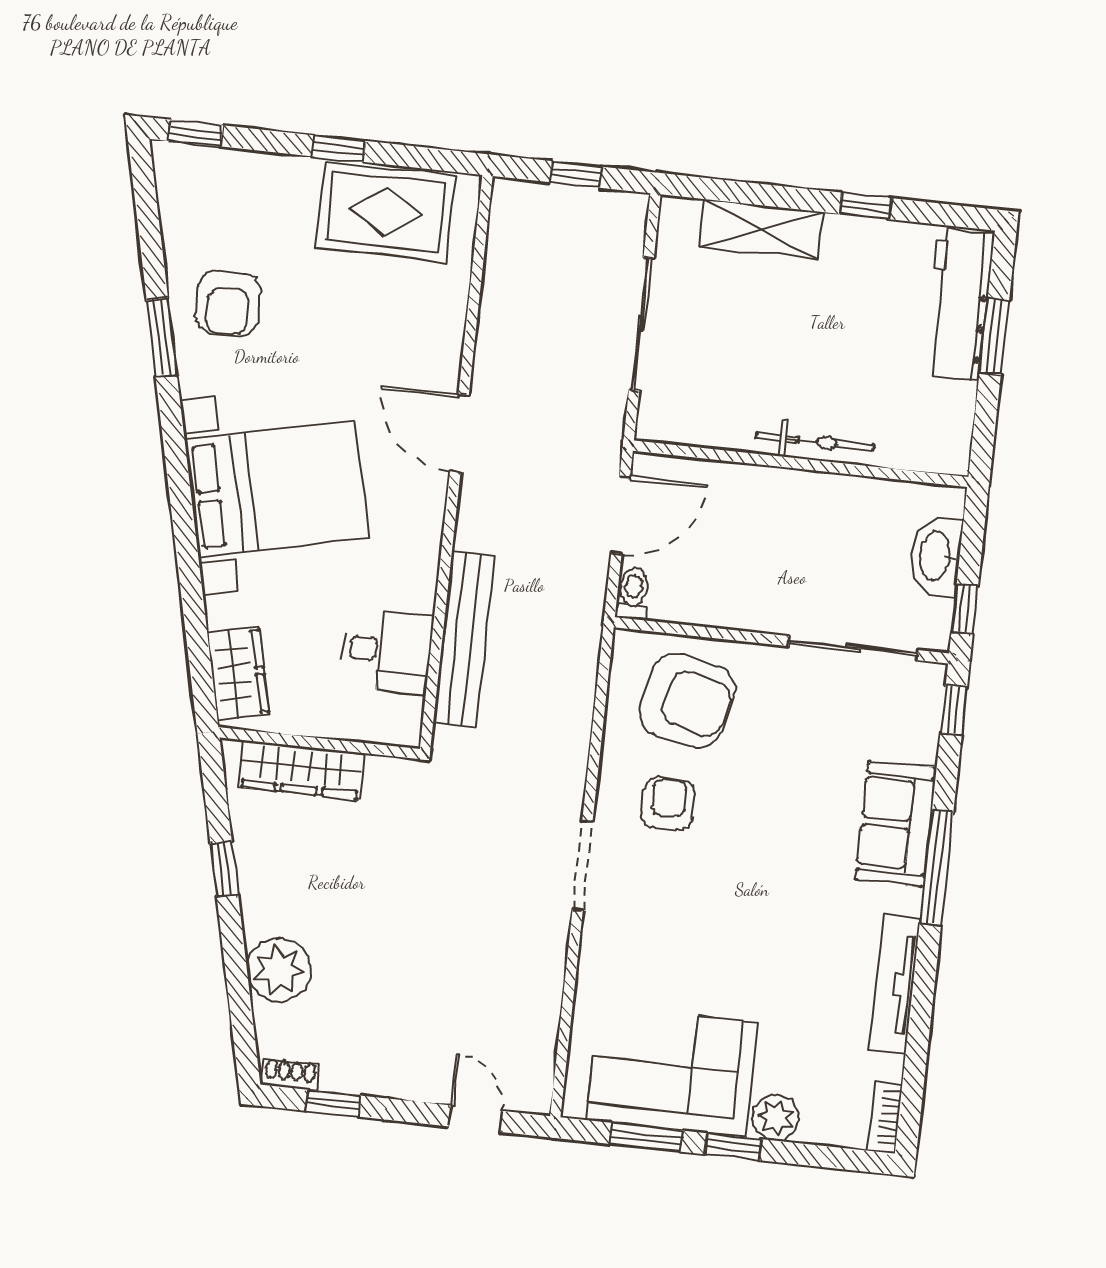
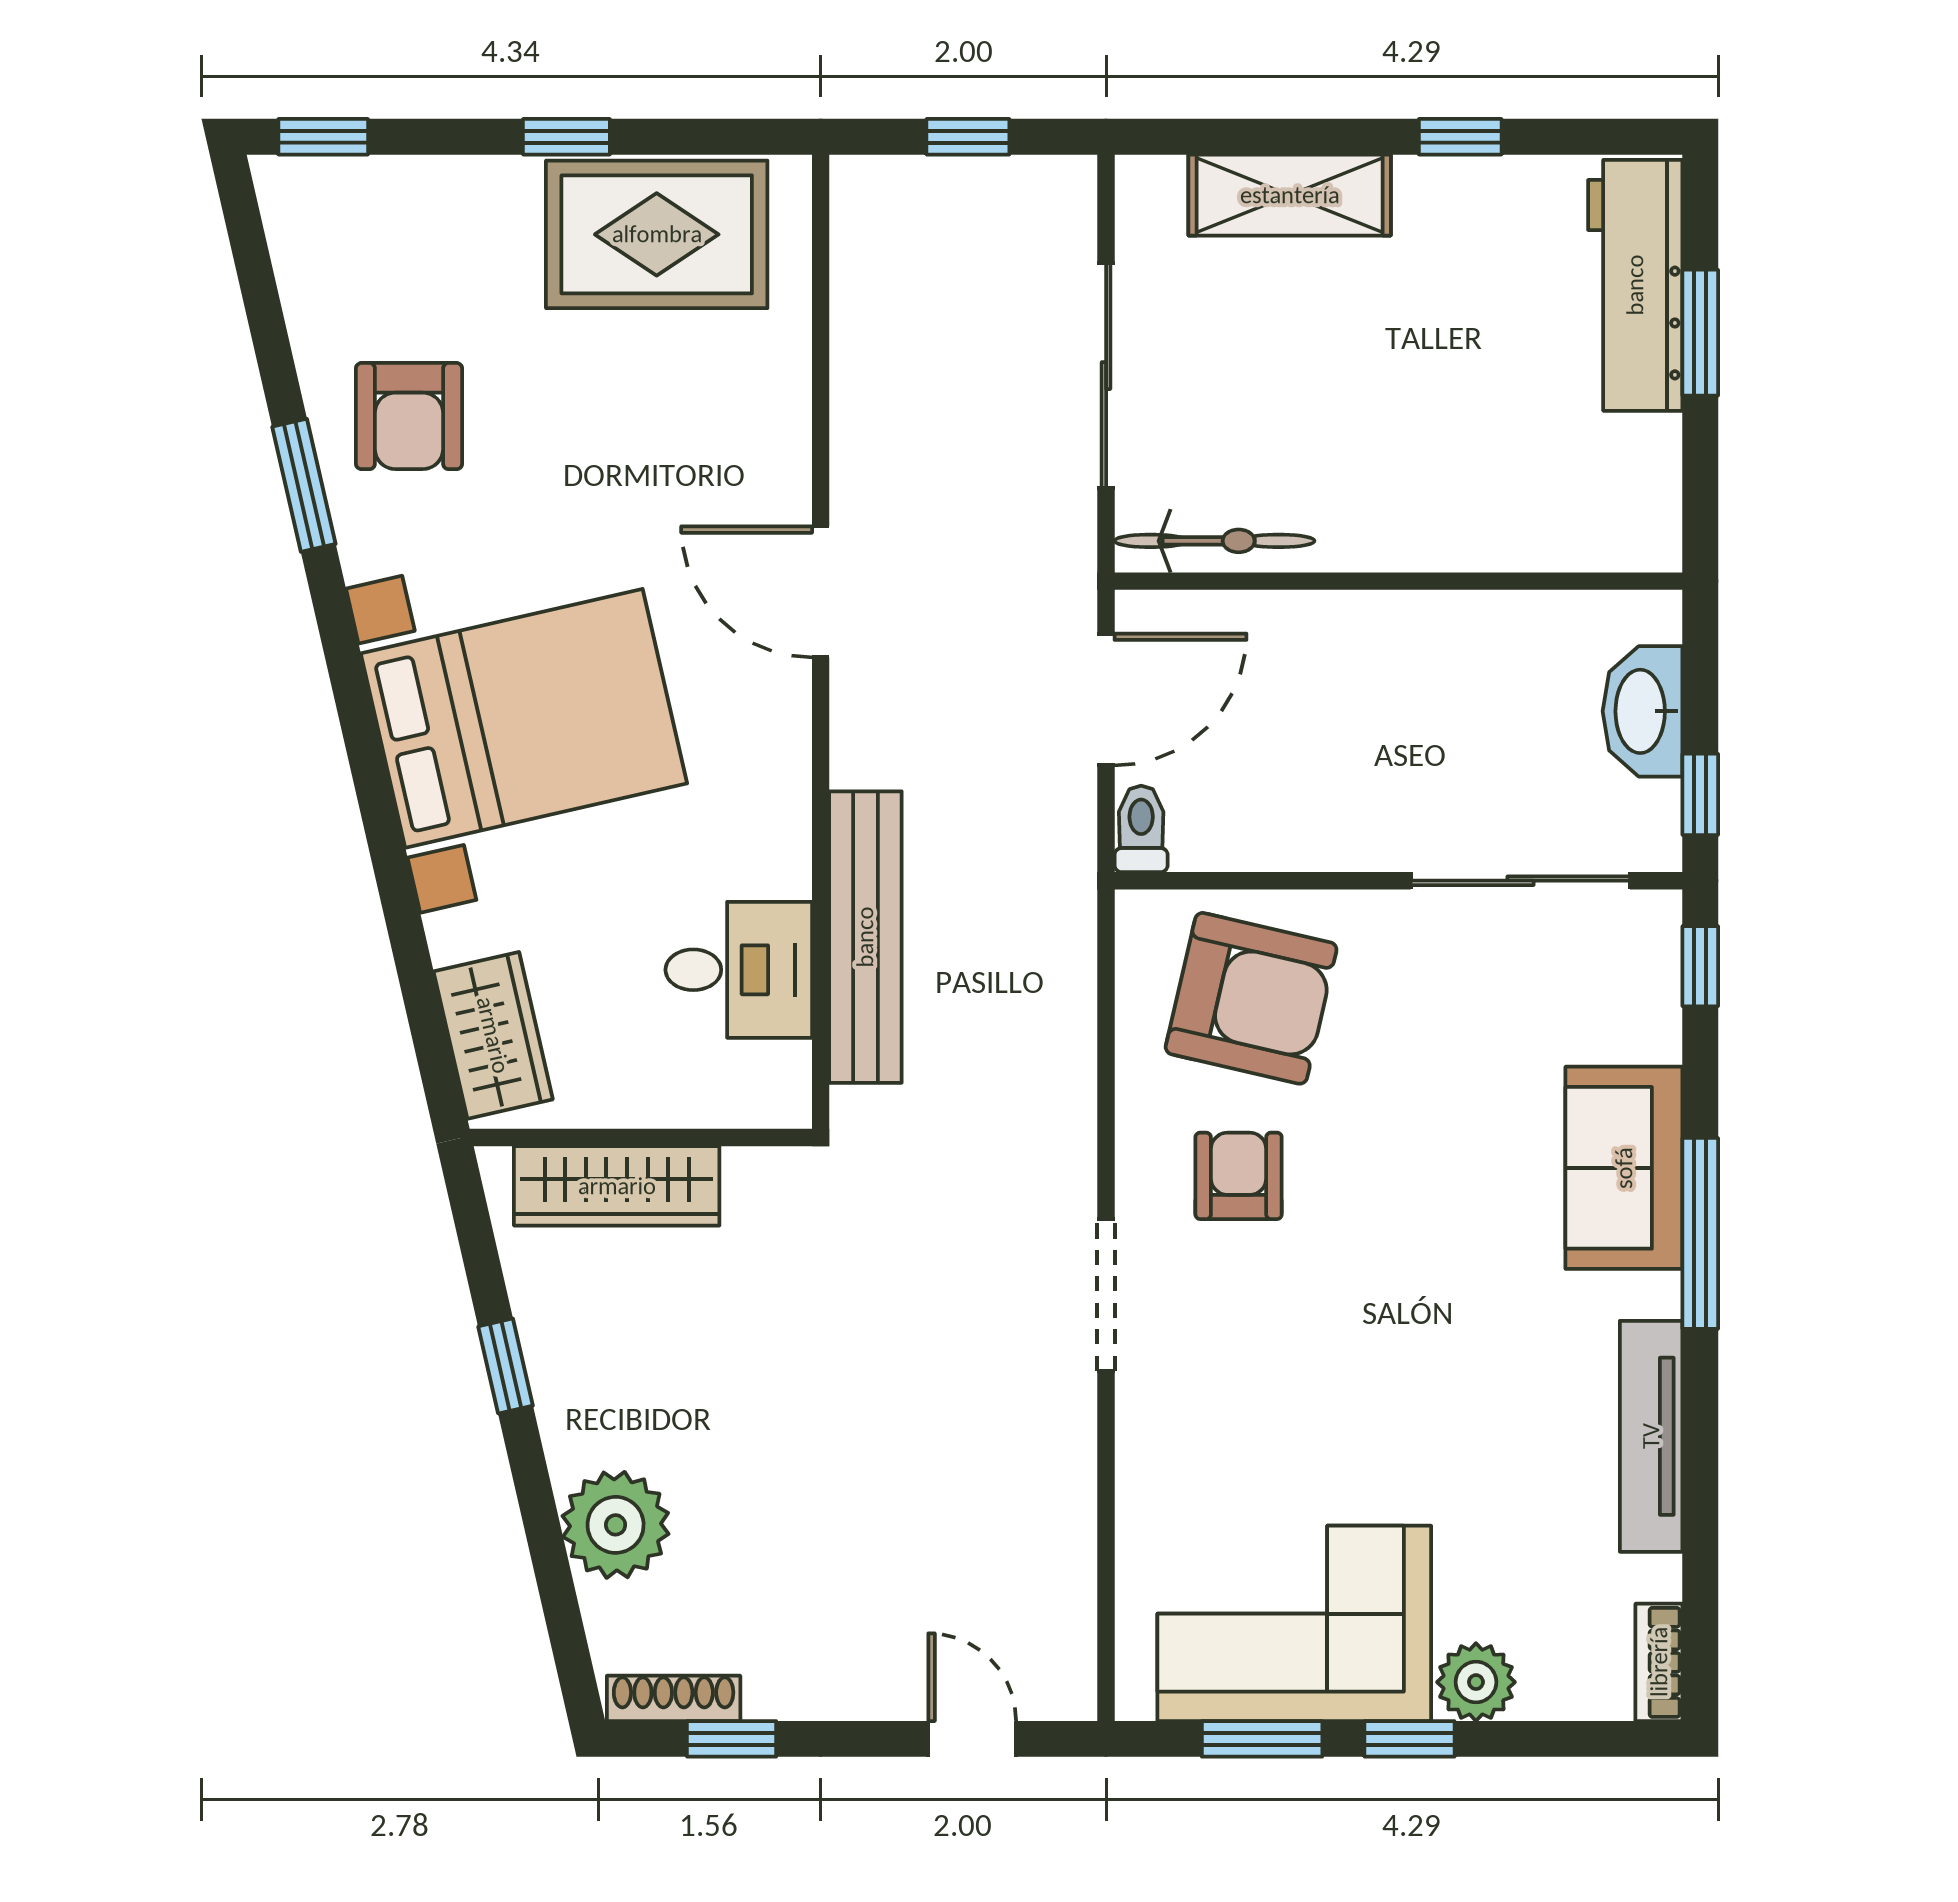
bicycle: (815, 441) -> (1215, 541), moved
shoe rack: (290, 1074) -> (674, 1698), width x1.43

